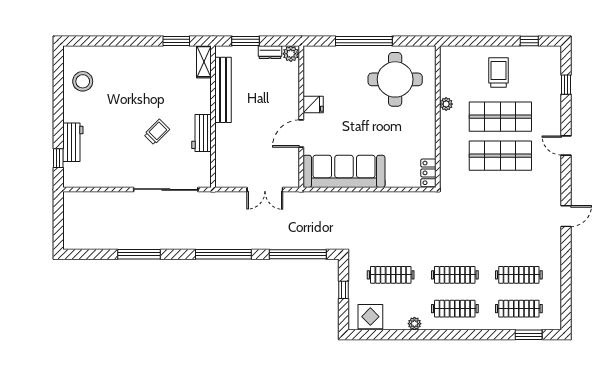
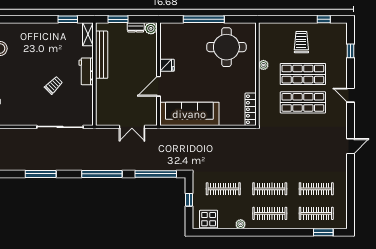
workbench: (202, 133) -> (86, 71), moved
locker: (428, 173) -> (251, 109), width x1.53

